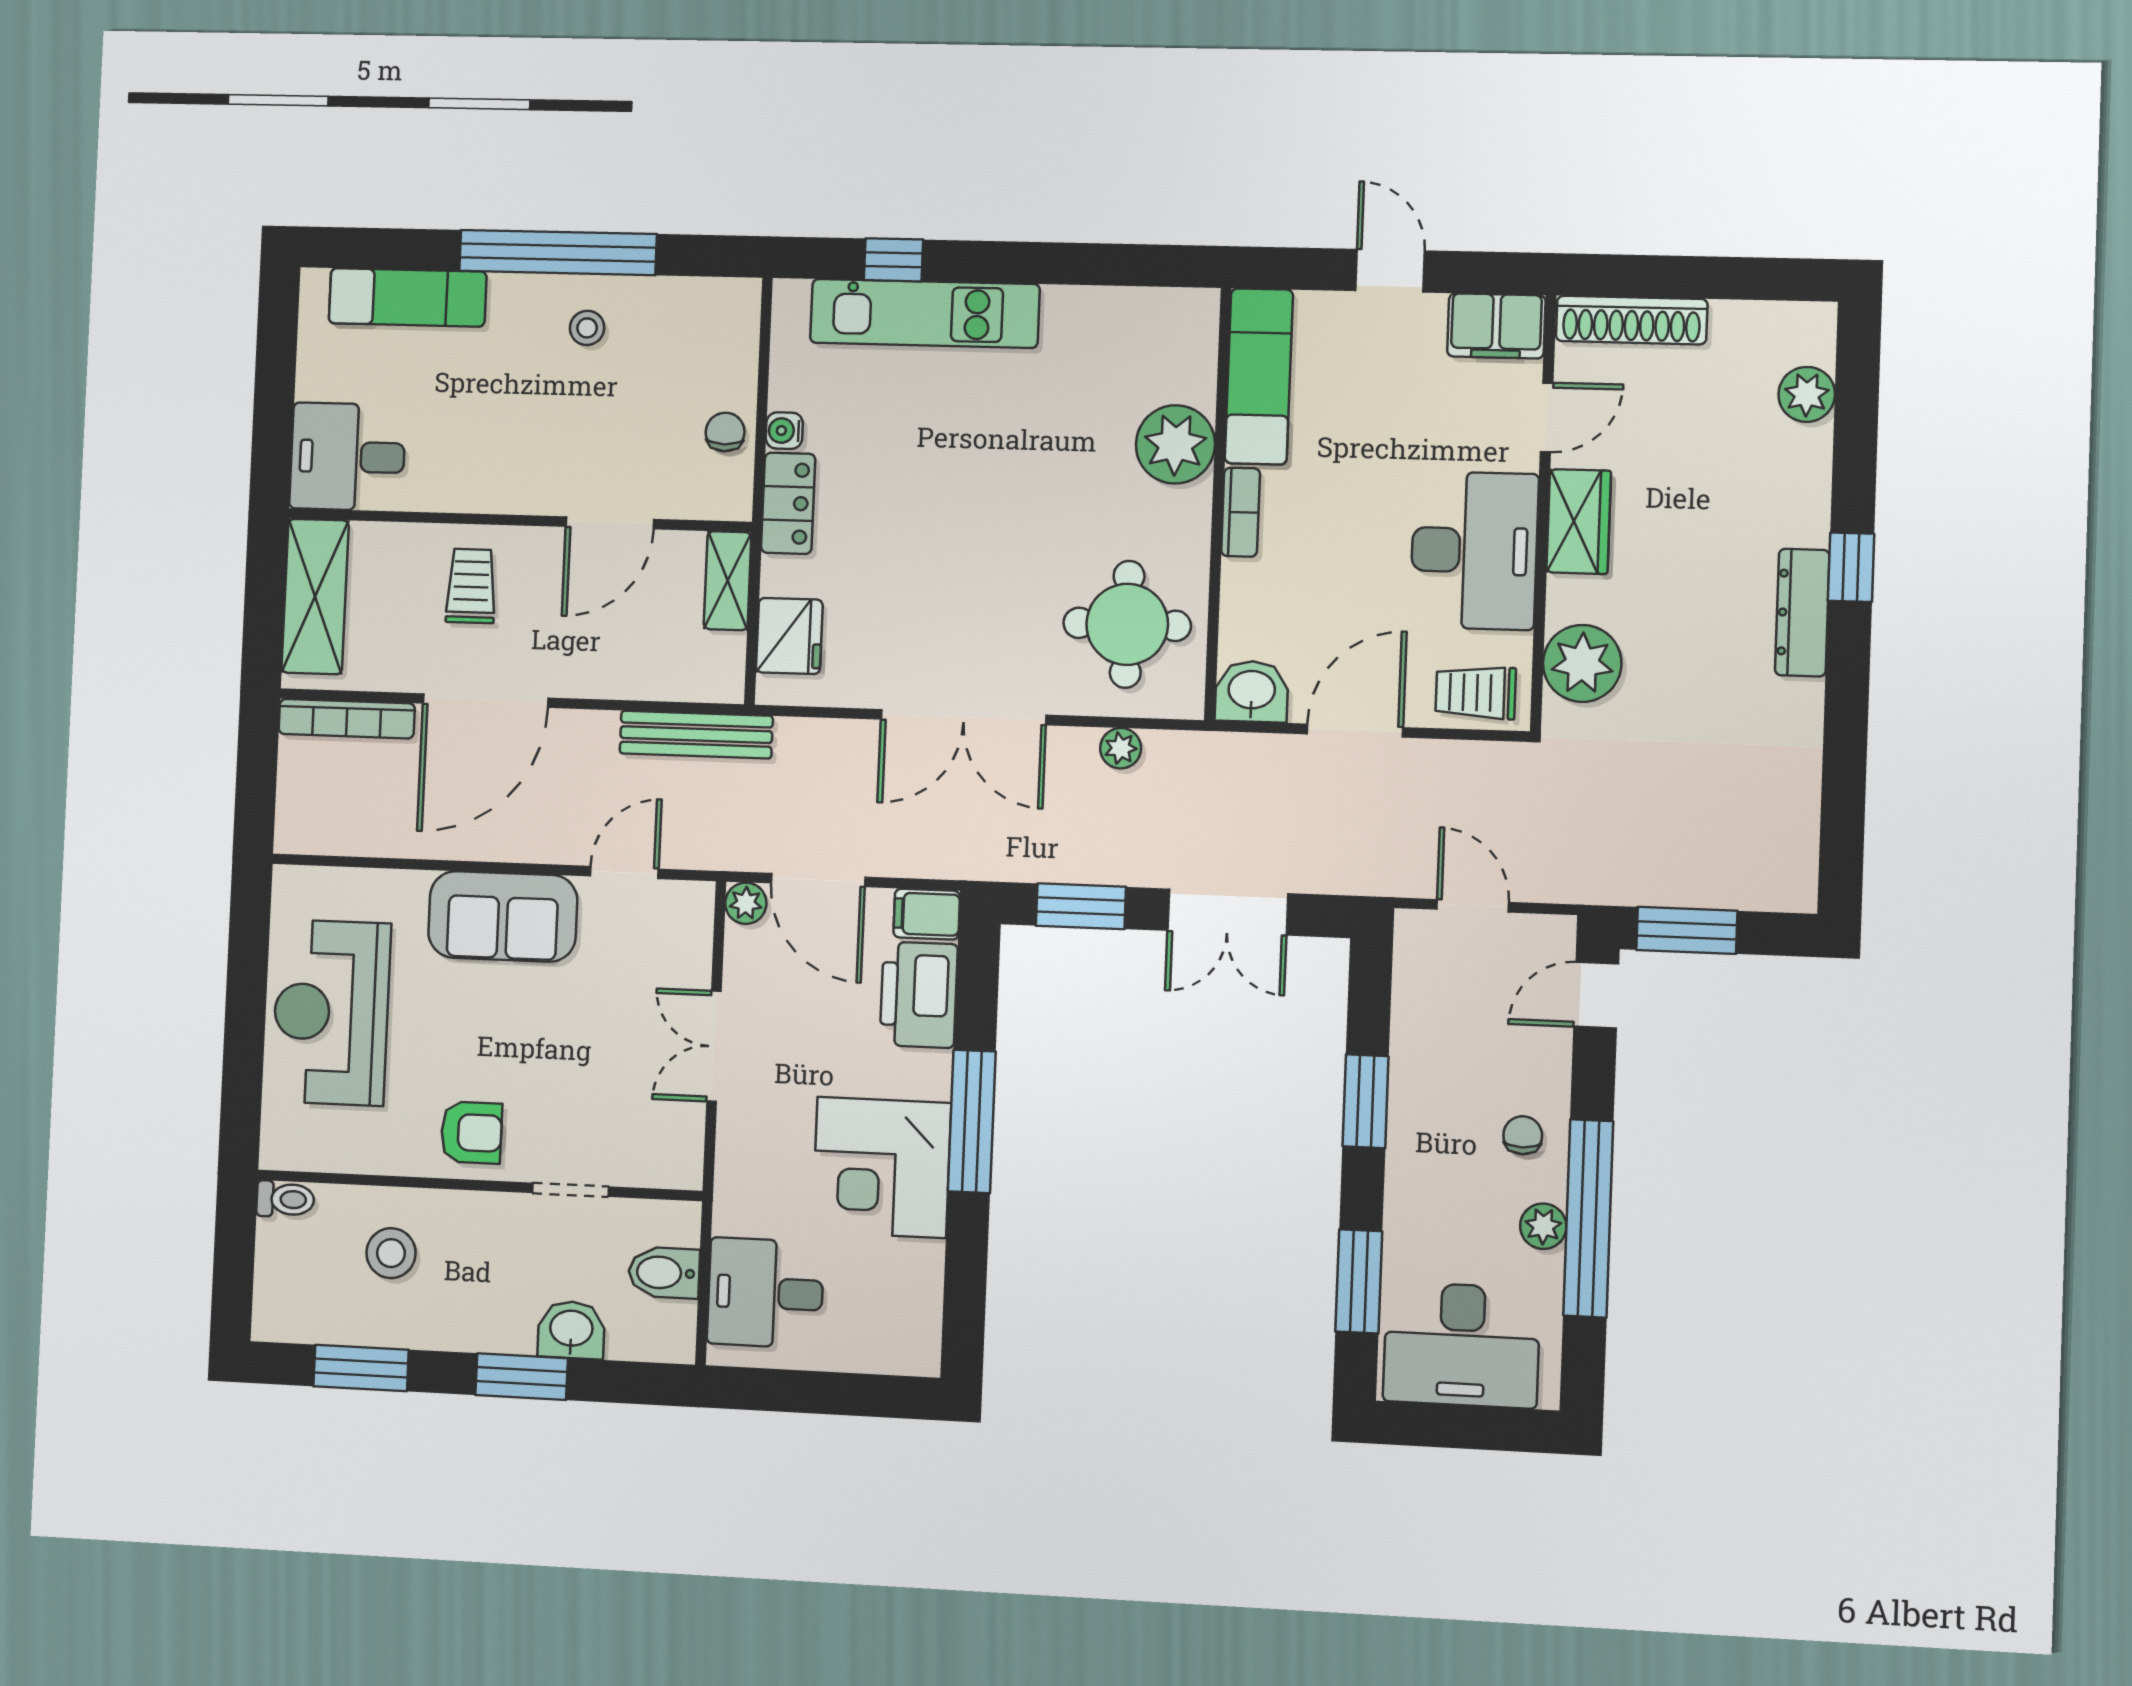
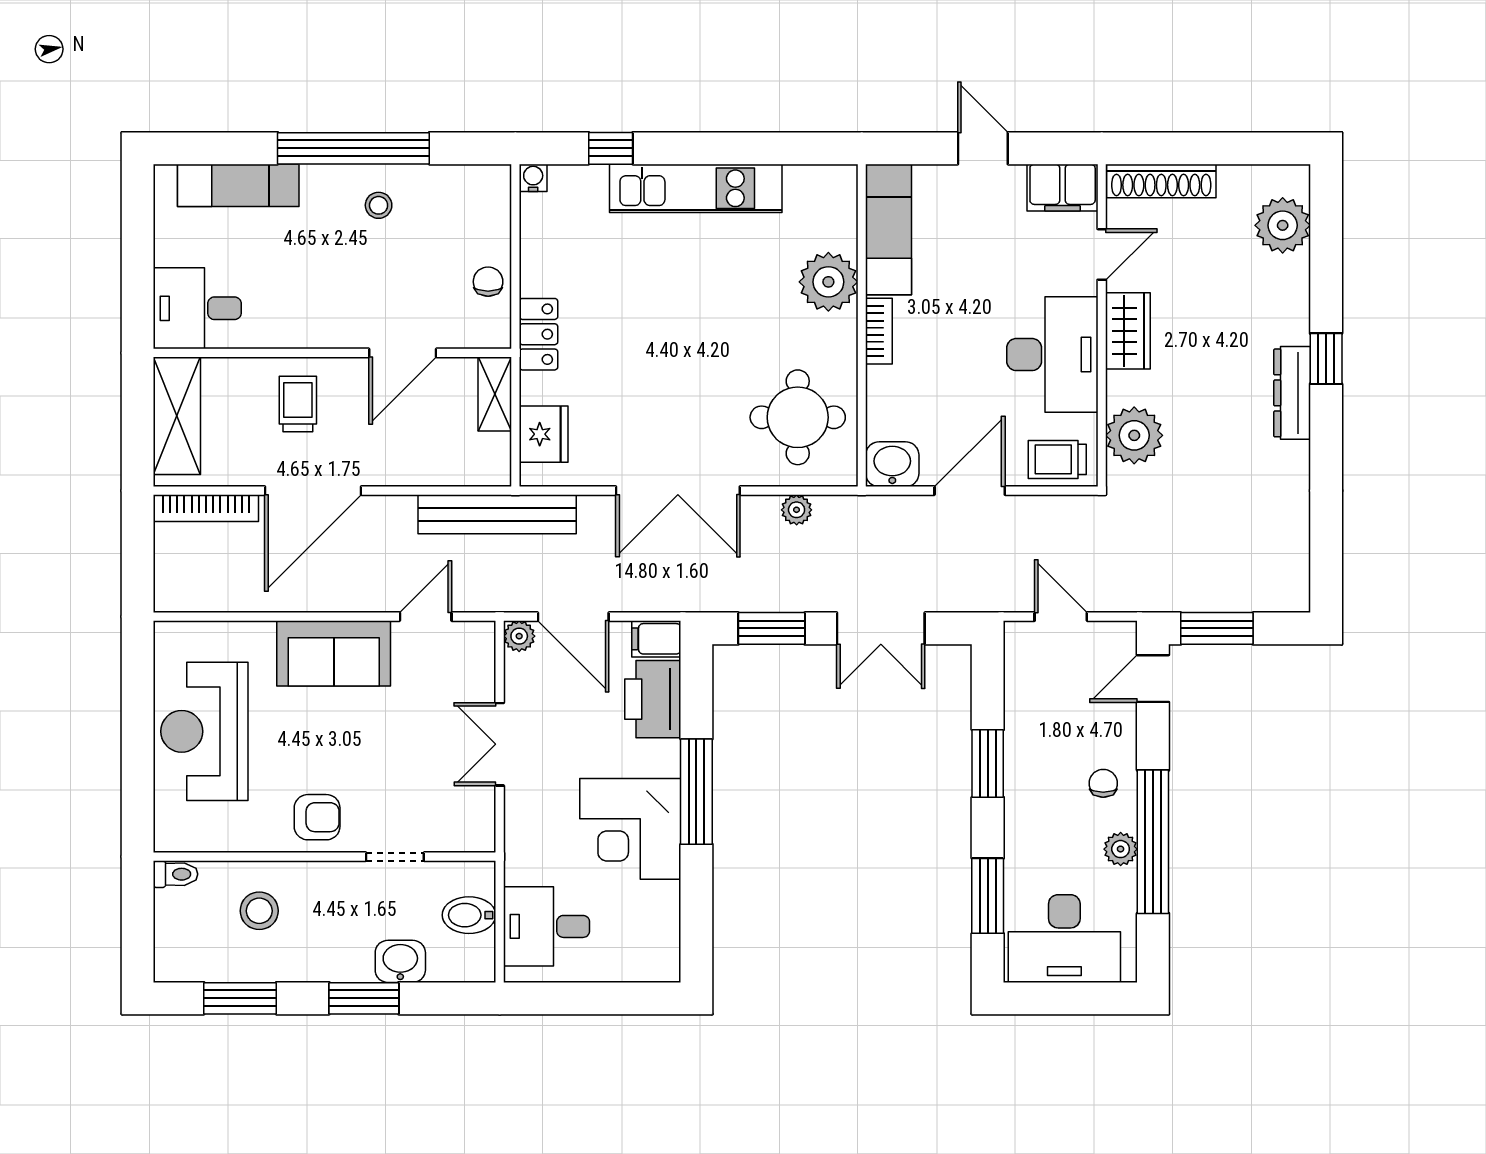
kitchen unit: (925, 313) -> (696, 188), moved
plant: (1807, 394) -> (1283, 225), width x1.36, depth x1.36
water cooler: (784, 431) -> (533, 178), moved, turned 90
bench: (696, 735) -> (497, 514), width x1.37, depth x1.21

